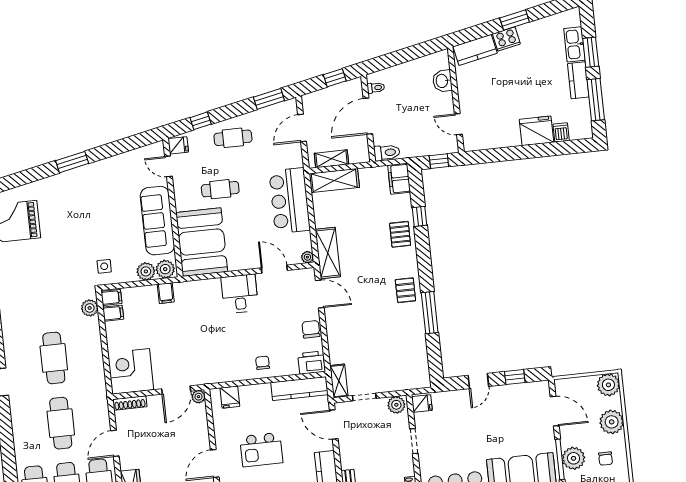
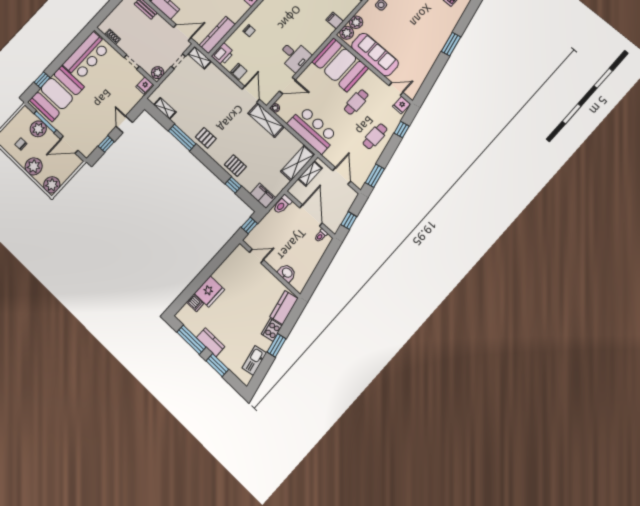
kitchen sink: (574, 44) -> (254, 360), moved, turned -102
door: (320, 294) -> (251, 94), swing flipped
shelving: (421, 359) -> (165, 108), added

